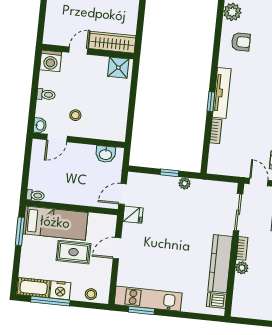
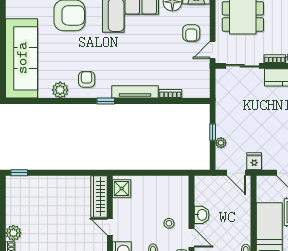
window: (211, 102) -> (106, 101), moved
washbasin: (105, 154) -> (202, 215), moved
plant: (185, 183) -> (221, 143), moved

